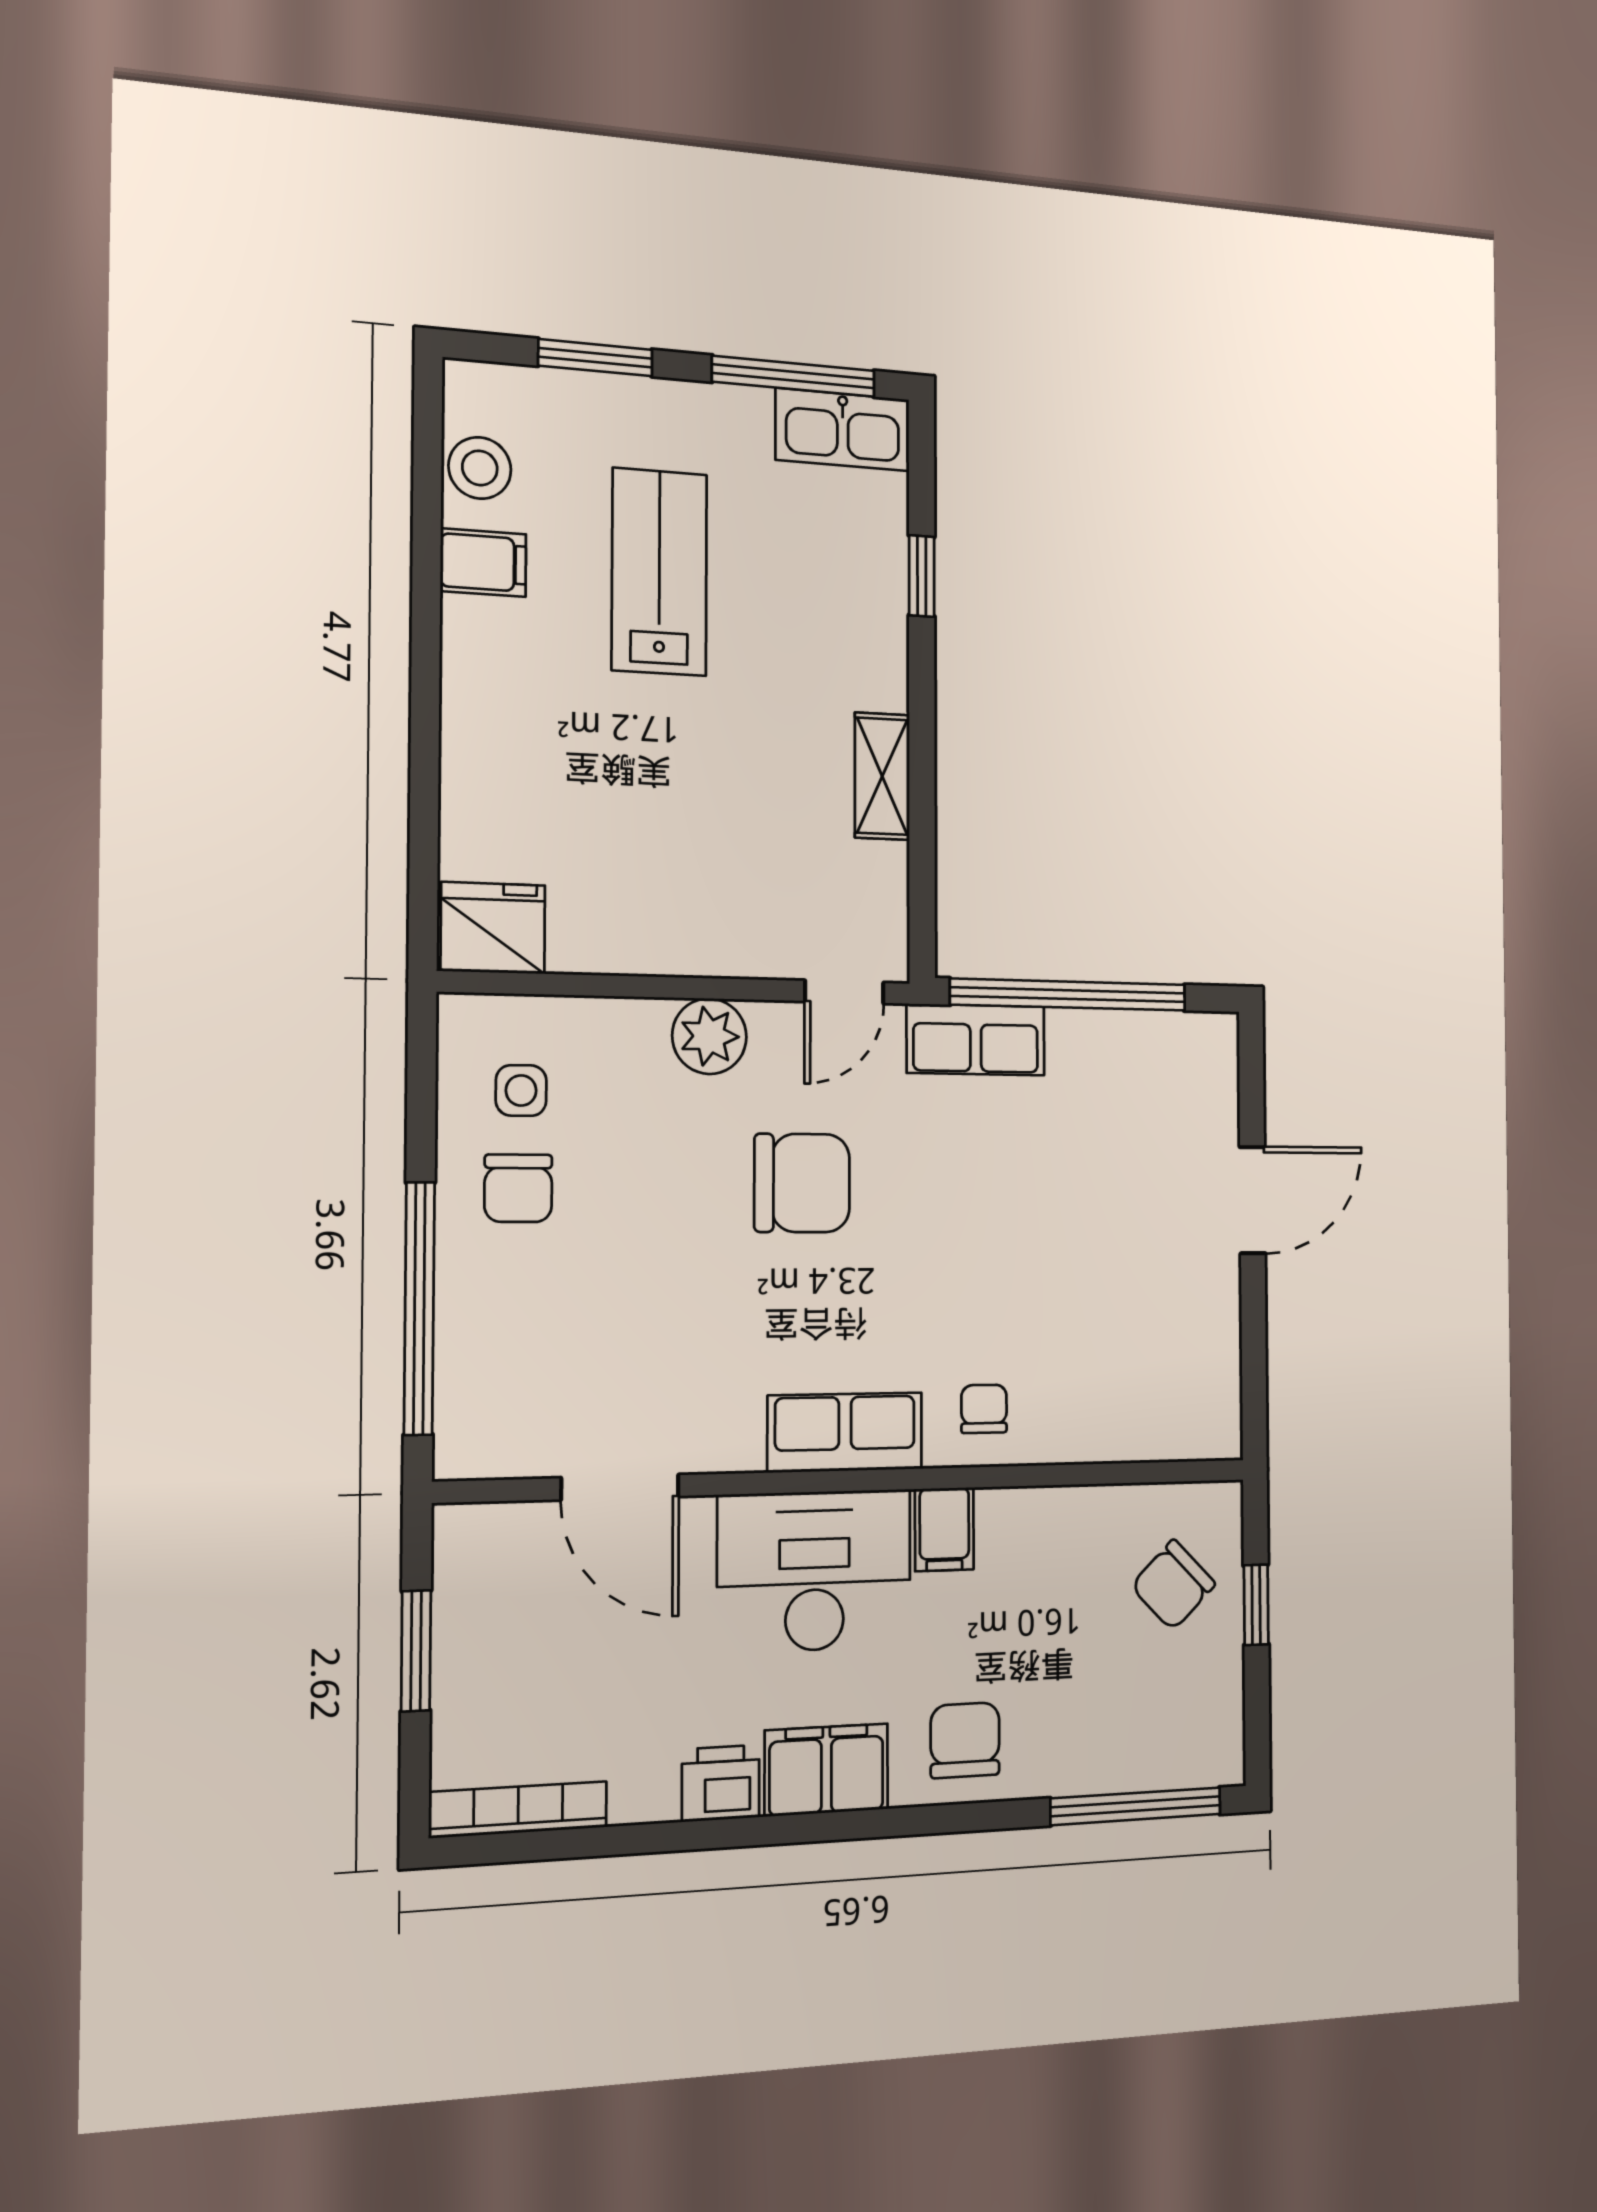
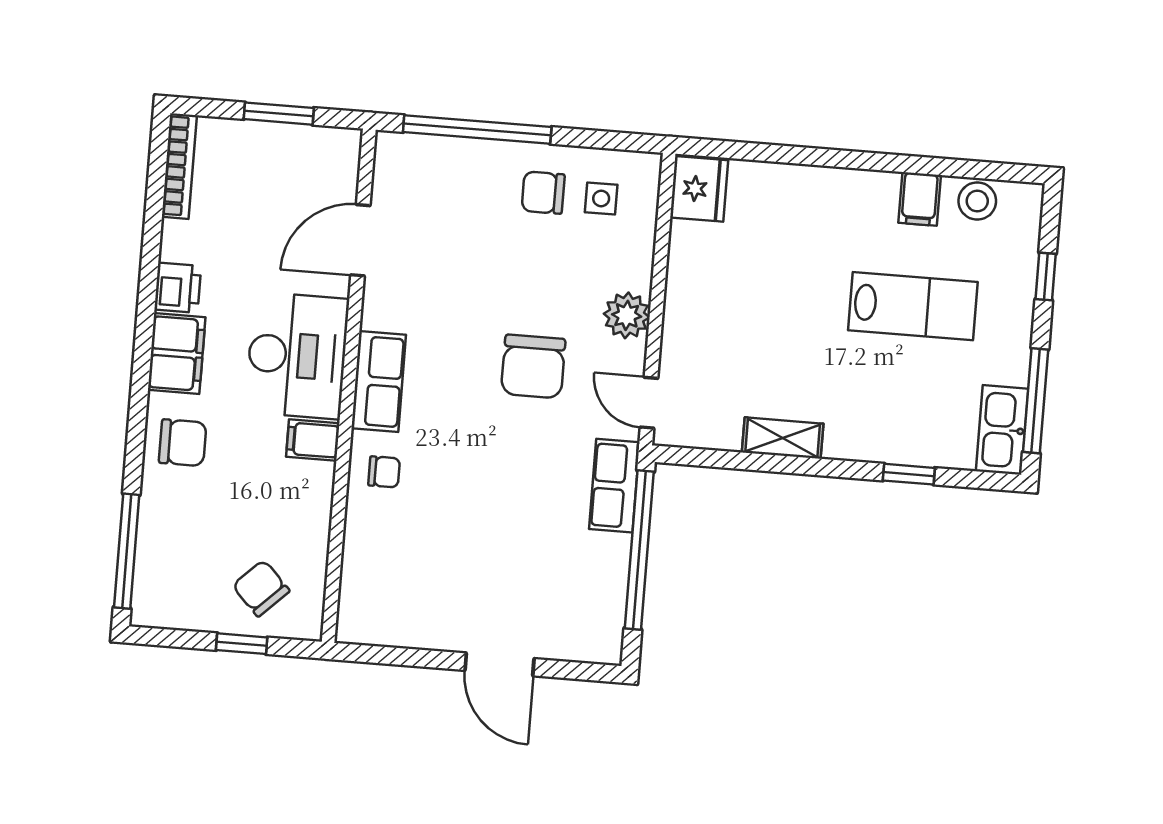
window: (595, 358) -> (1046, 276), width x0.67

